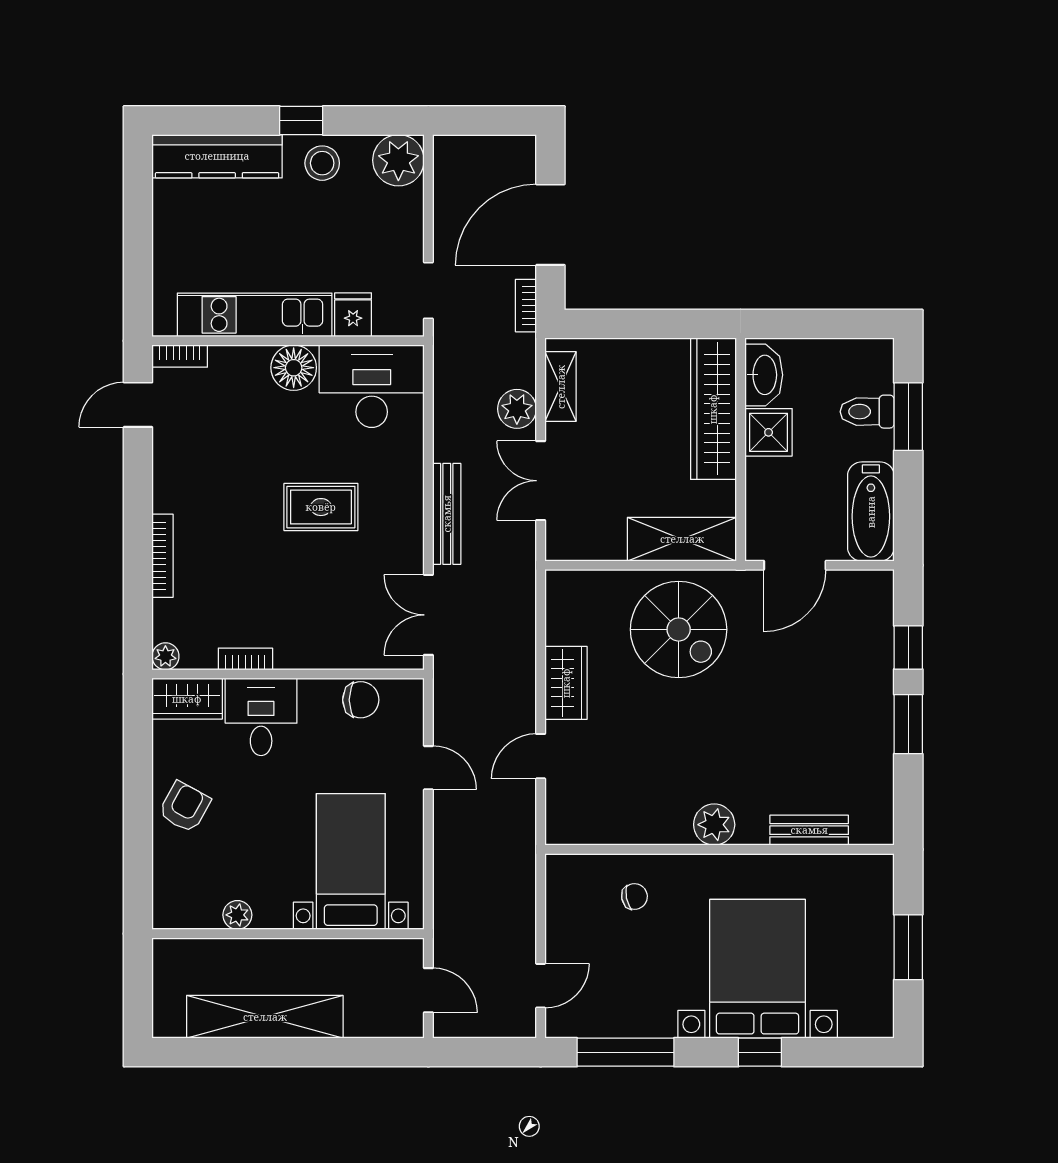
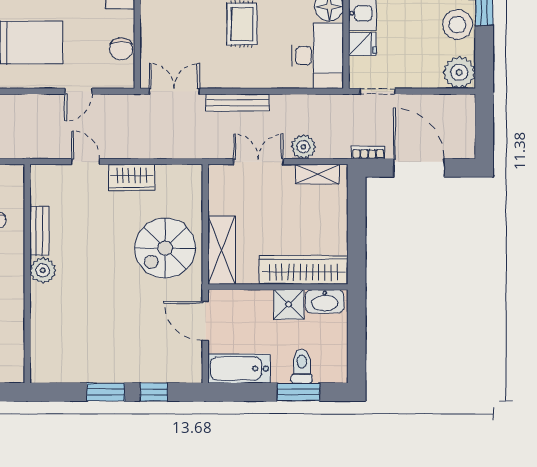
stool: (322, 163) -> (457, 25), width x1.38, depth x1.38
bench: (809, 830) -> (39, 231), moved

